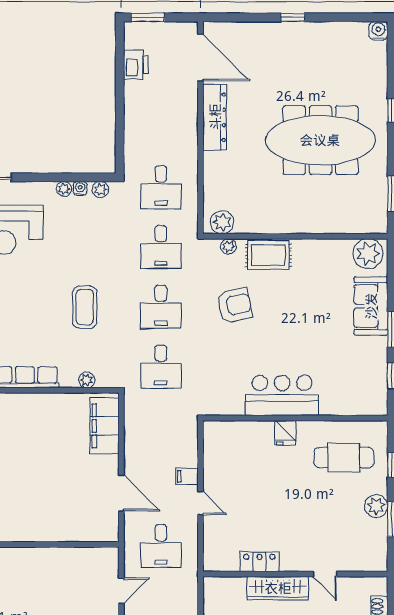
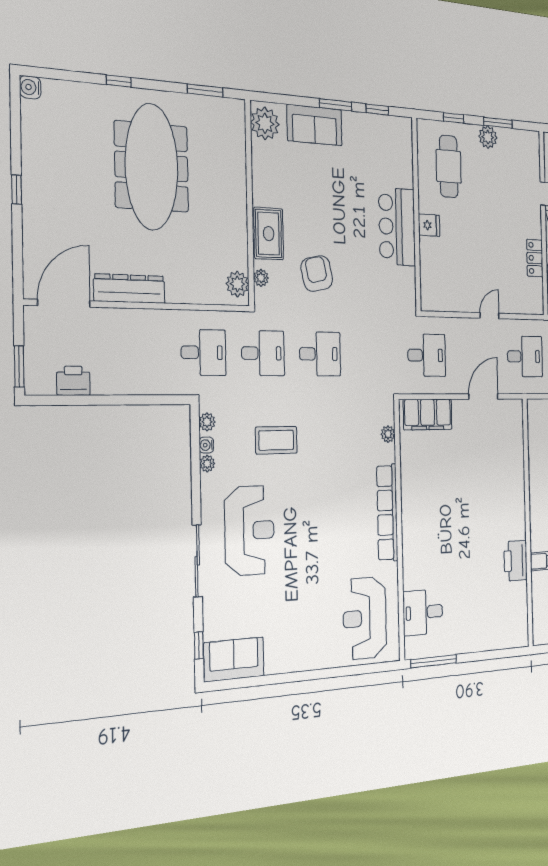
coffee table: (85, 307) -> (276, 440), moved
desk: (161, 367) -> (427, 355), moved
filing cabinet: (187, 476) -> (468, 329), removed

